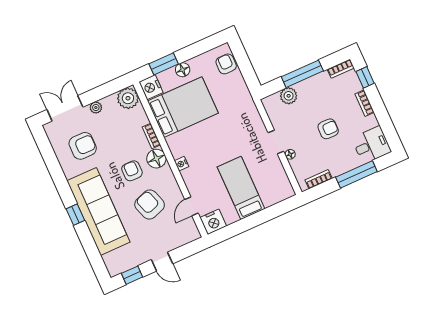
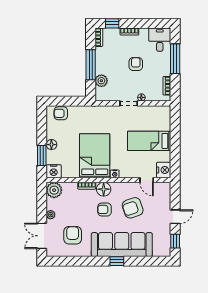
bed: (183, 107) -> (95, 156), moved

